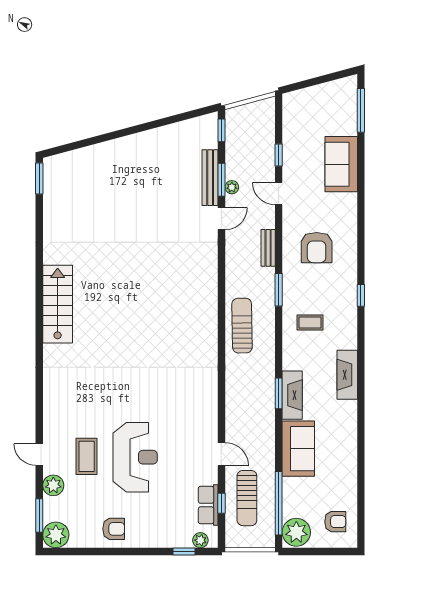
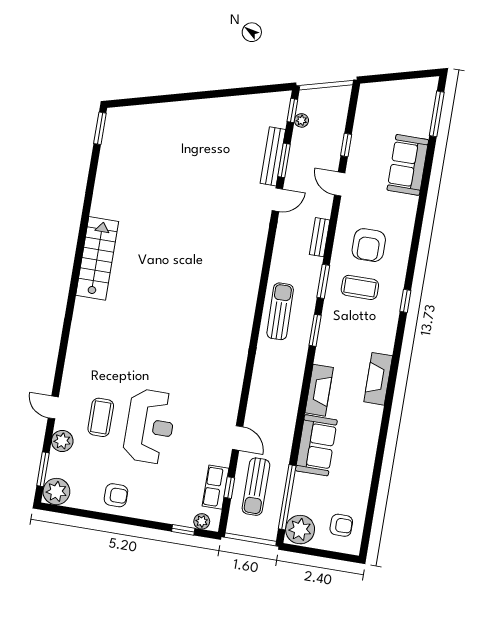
plant: (232, 187) -> (301, 120), moved
coffee table: (310, 323) -> (360, 287), moved, width x1.36, depth x1.30
window: (279, 393) -> (315, 330), moved

